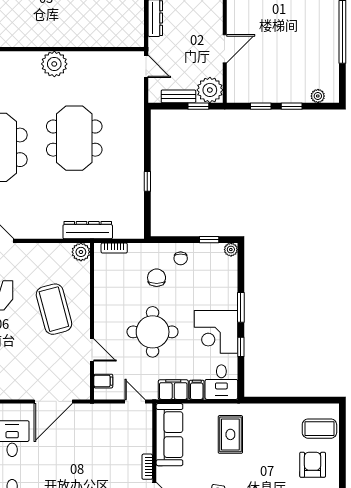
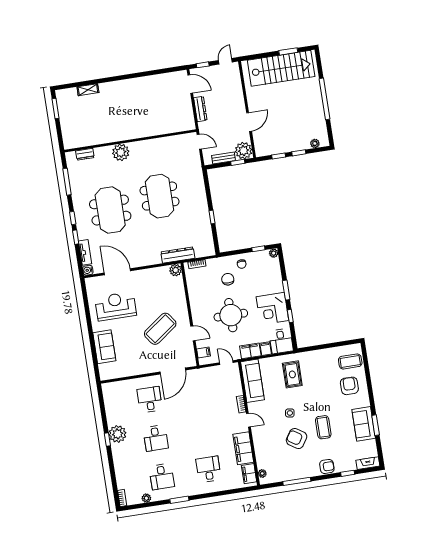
plant: (54, 64) -> (121, 152), moved
coffee table: (54, 309) -> (160, 329), moved, turned 69

